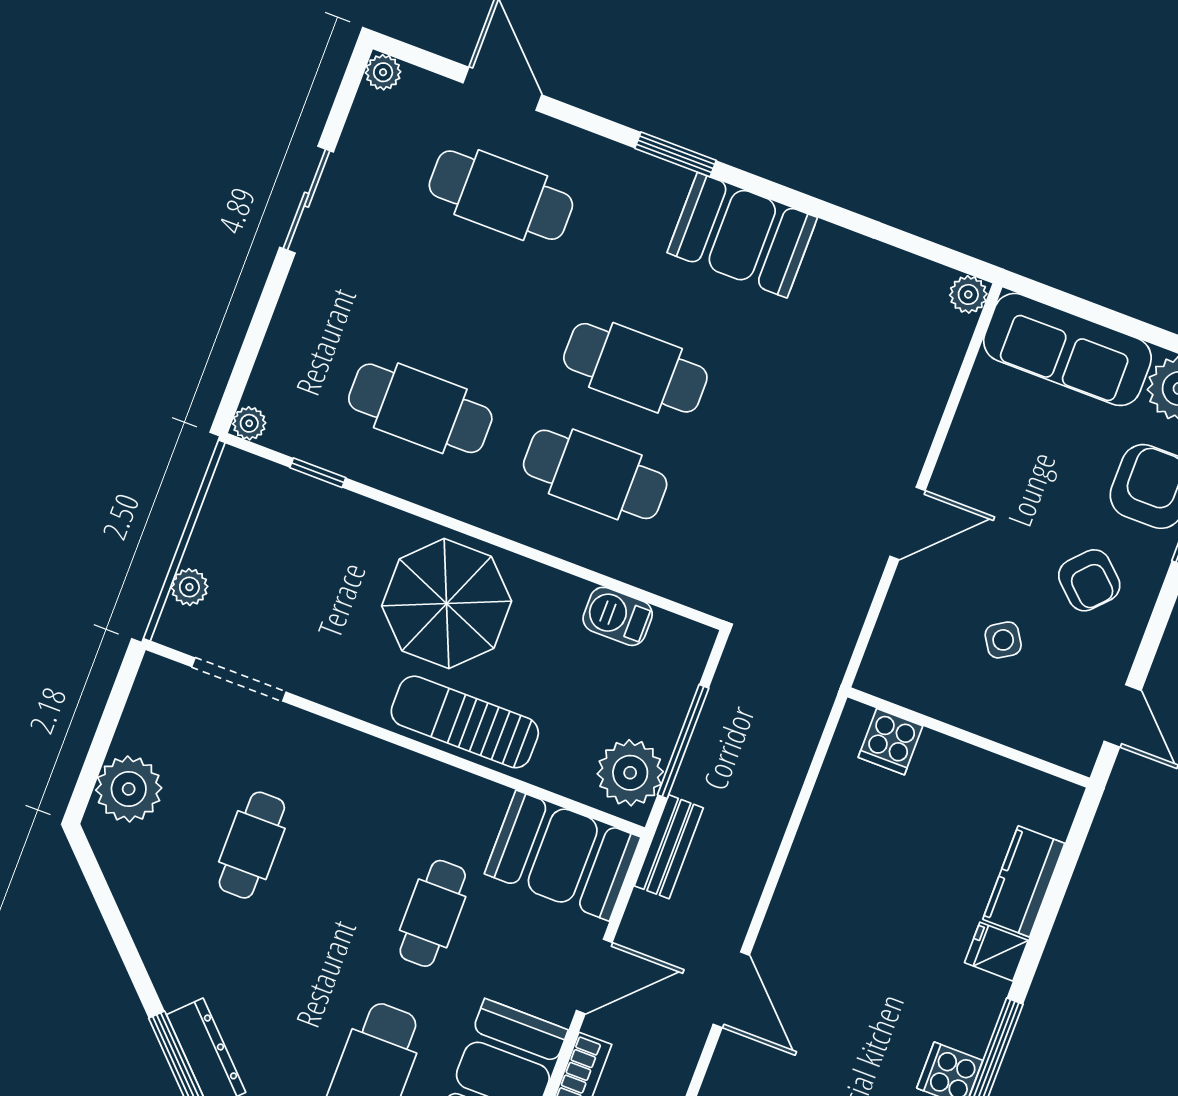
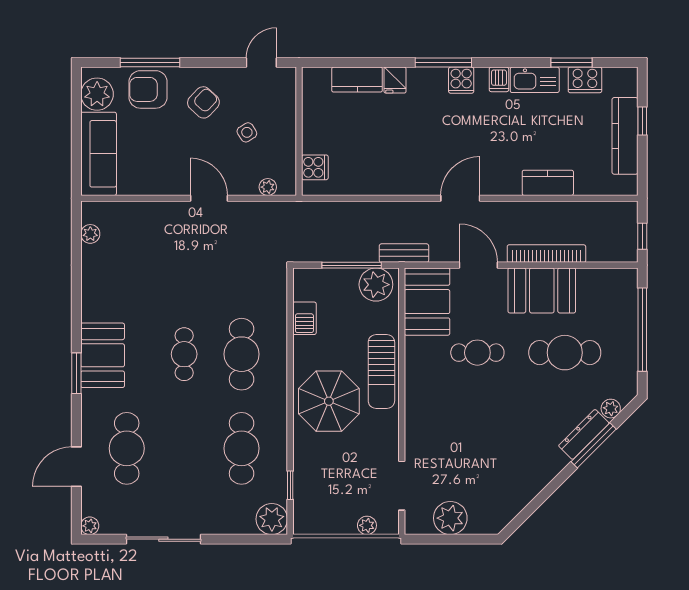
sliding door: (306, 200) -> (163, 539), width x1.37
booth: (742, 235) -> (103, 355), moved
plant: (968, 294) -> (90, 234), moved
cafe table: (635, 368) -> (184, 354), width x0.73, depth x0.74
plant: (249, 423) -> (272, 519), width x1.88, depth x1.88
plant: (887, 640) -> (268, 187), added
plant: (129, 789) -> (450, 518), moved
cafe table: (252, 845) -> (477, 450), removed

